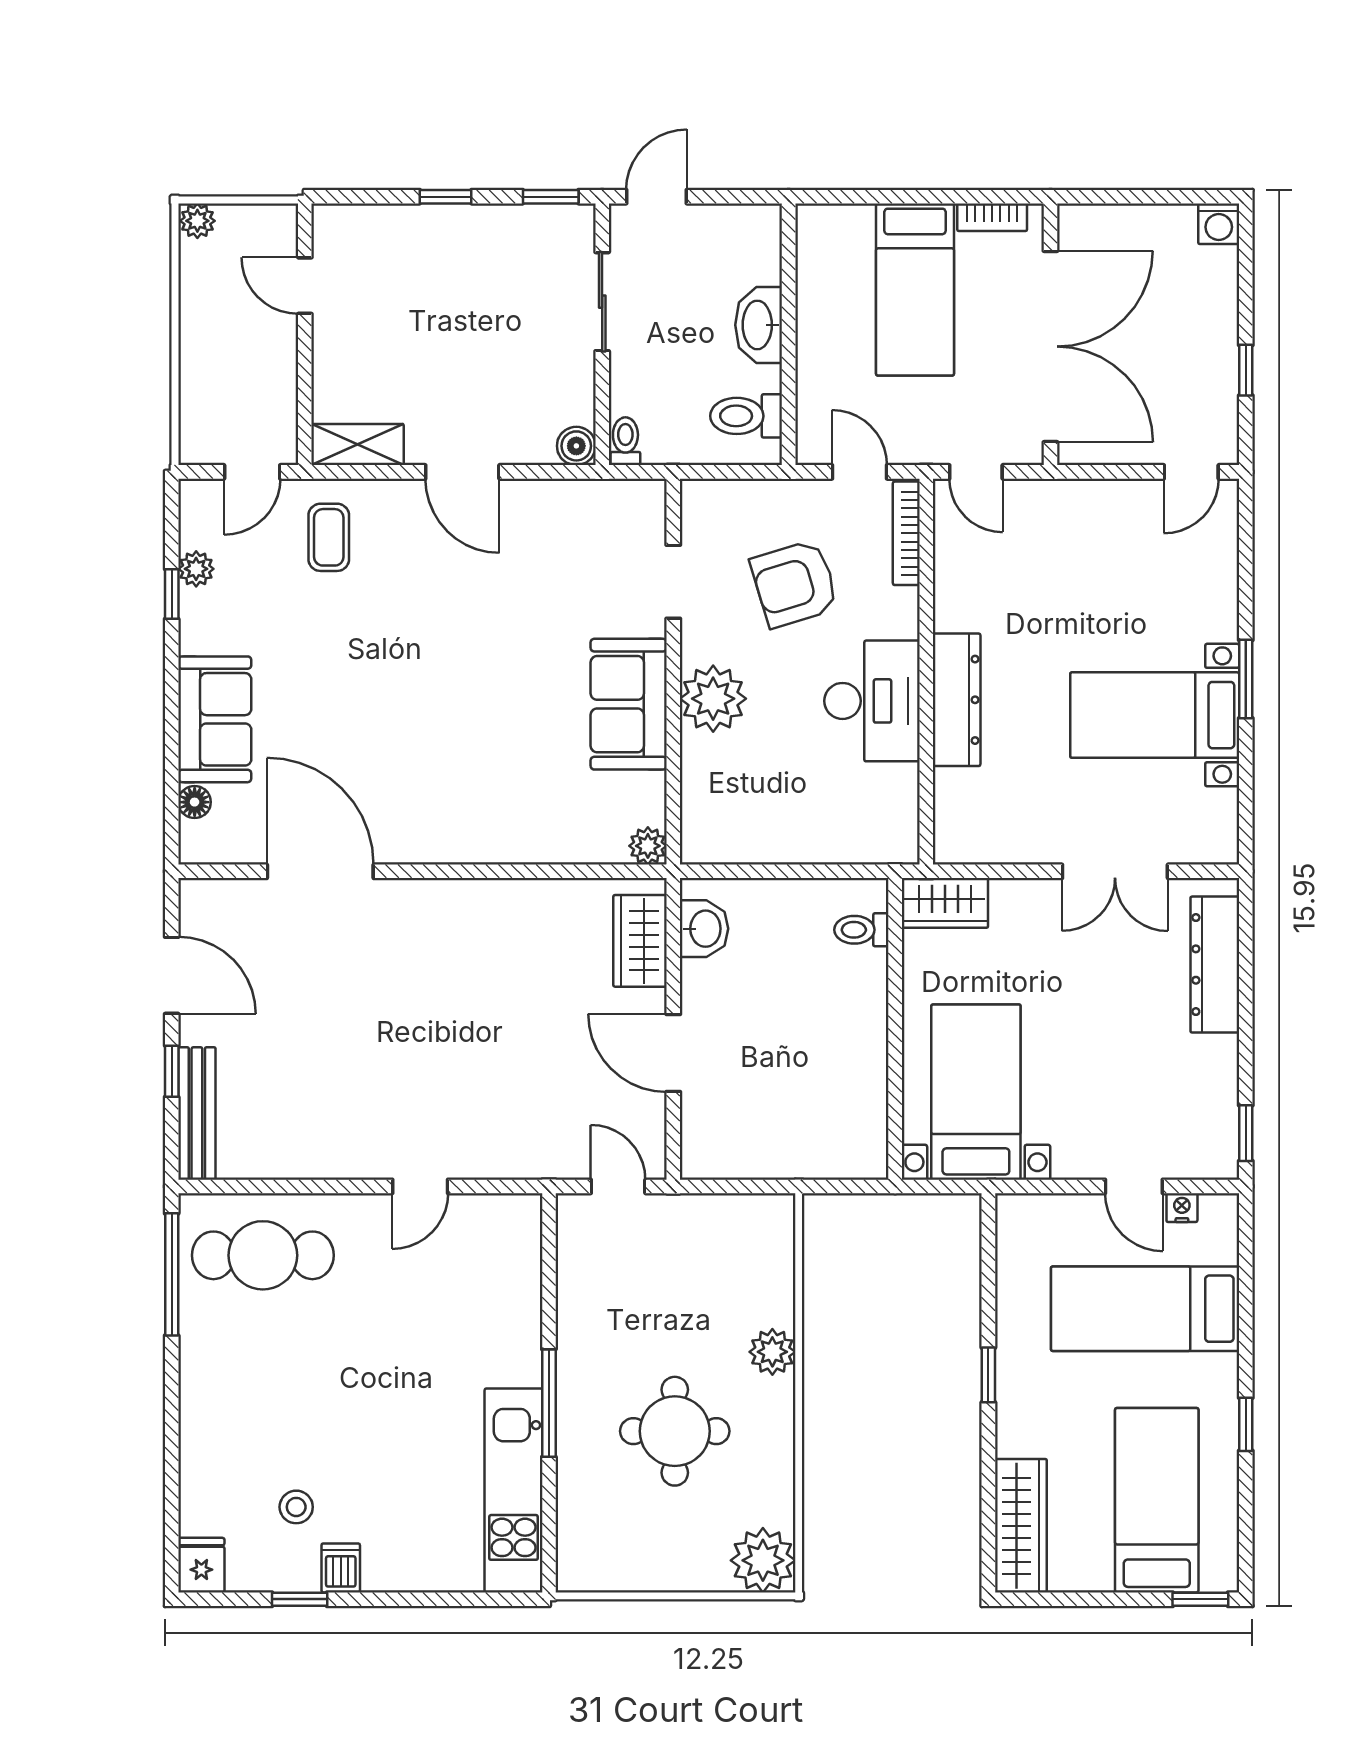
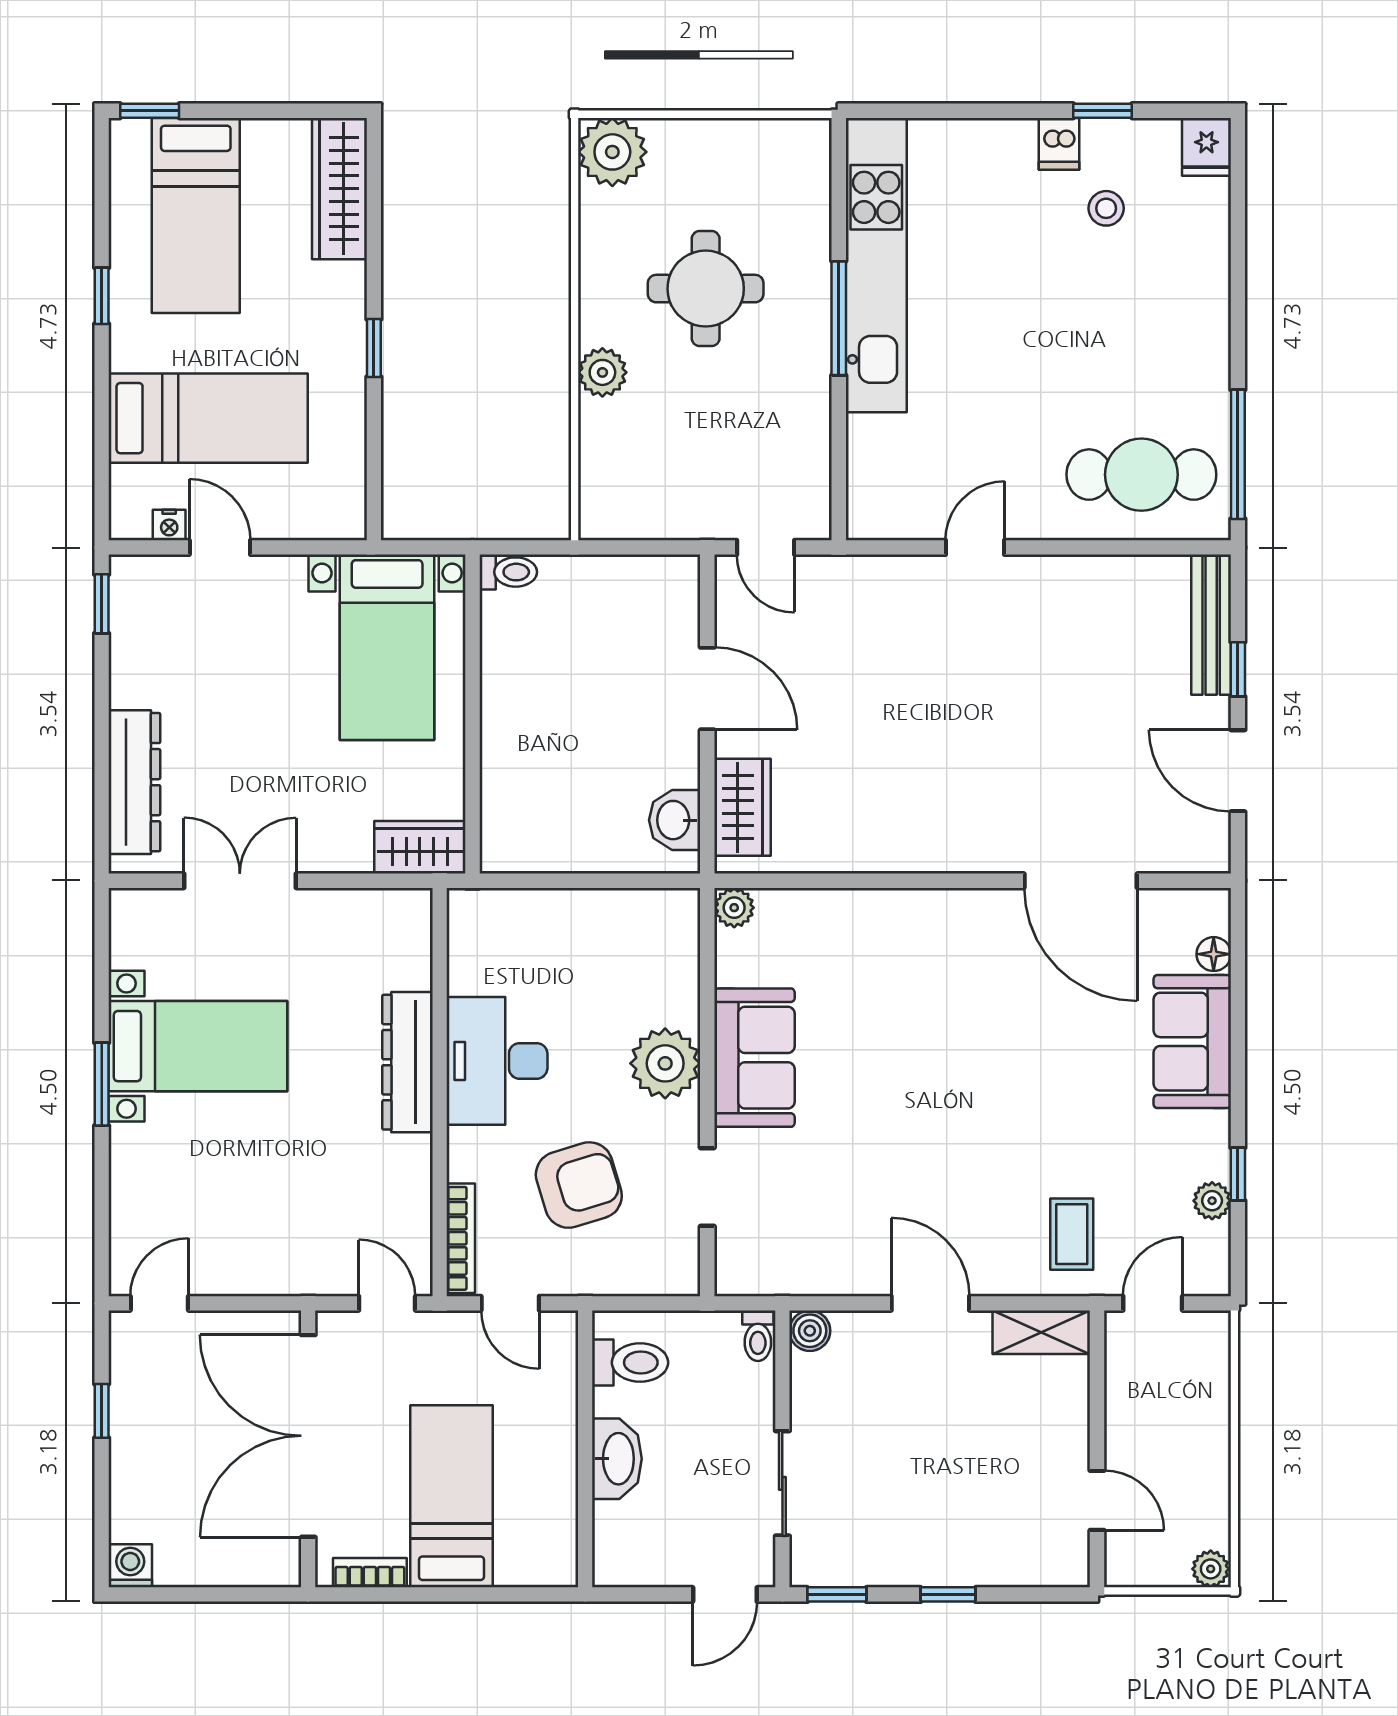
toilet: (861, 930) -> (508, 572), moved
kitchen unit: (514, 1490) -> (876, 265), width x1.36

